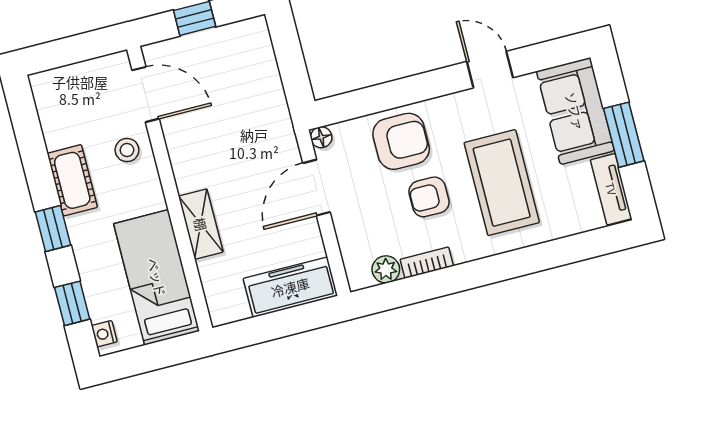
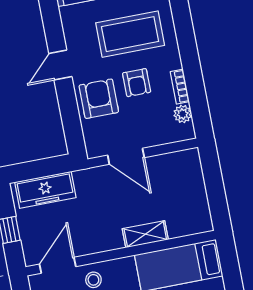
door: (490, 70) -> (60, 65), moved
floor lamp: (321, 137) -> (93, 151), removed
freezer: (290, 287) -> (45, 190), moved, turned -90

